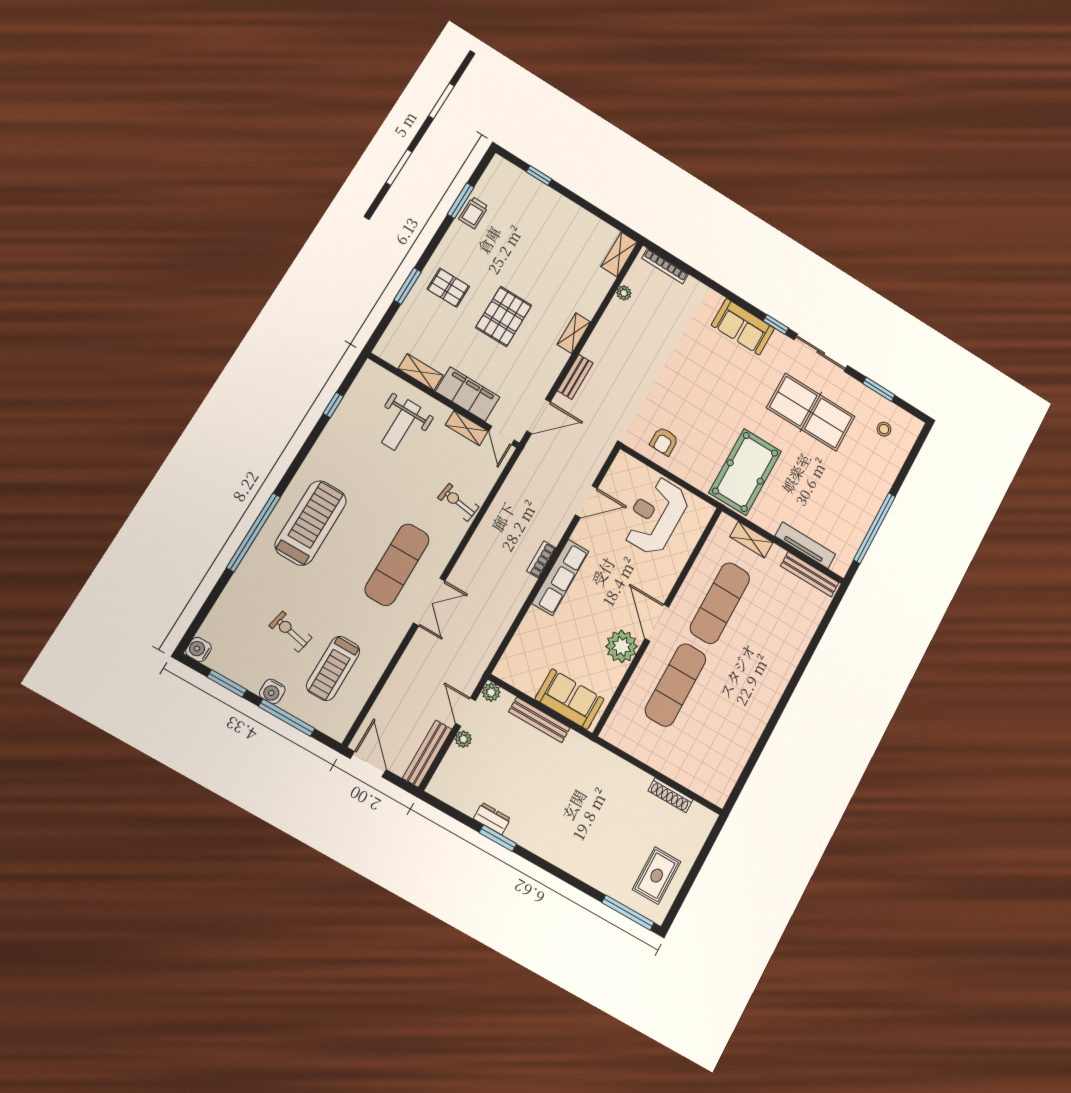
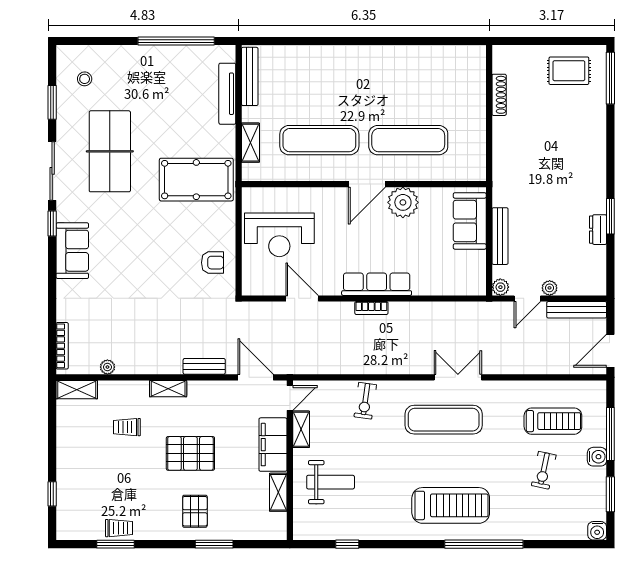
trolley: (560, 276) -> (127, 427), added
treadmill: (311, 523) -> (451, 505), turned 180

